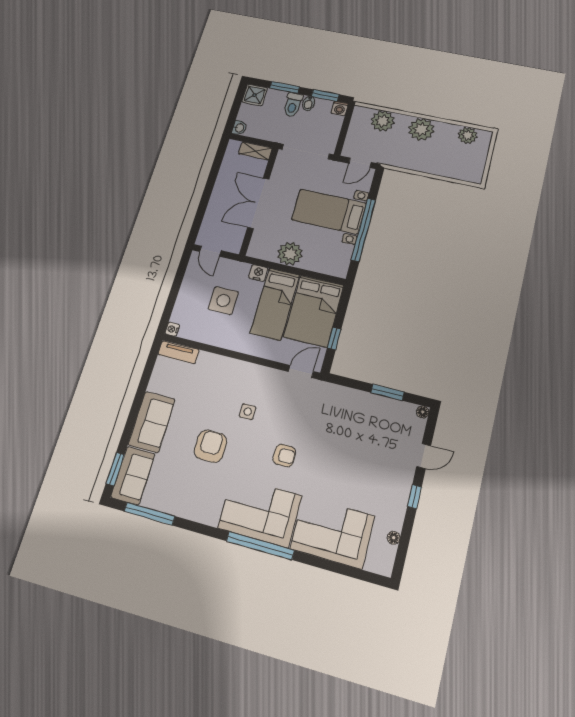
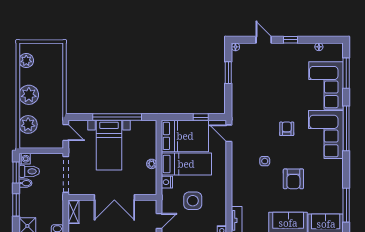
toilet: (293, 105) -> (29, 171), moved
plant: (290, 254) -> (152, 164), width x0.53, depth x0.53
armchair: (211, 446) -> (293, 179), turned -90
window: (343, 570) -> (346, 73), added

